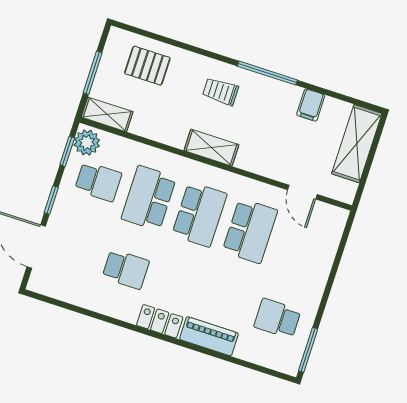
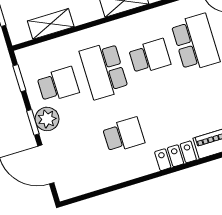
shelving: (107, 114) -> (51, 24), moved
plant: (87, 143) -> (47, 119), moved
school desk: (199, 214) -> (150, 56), width x0.54

